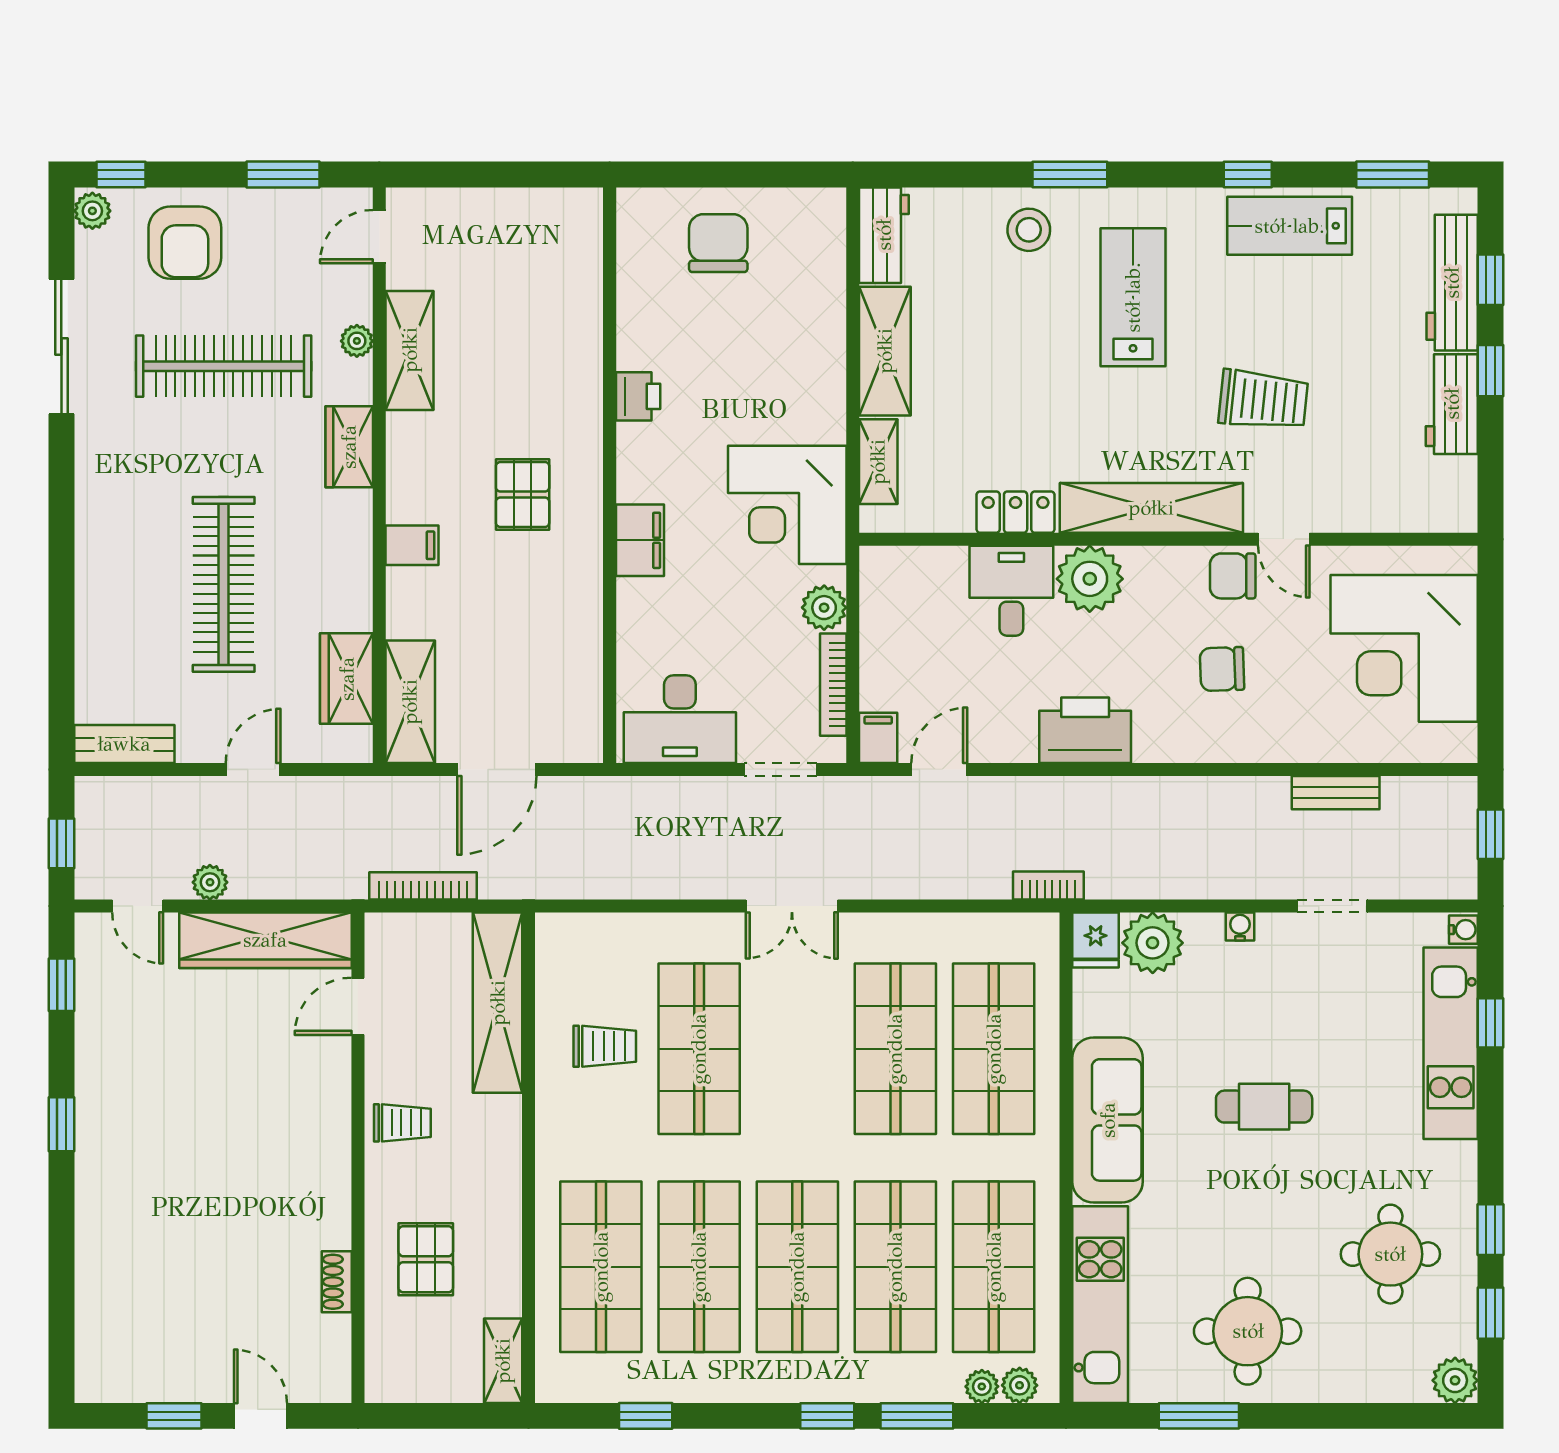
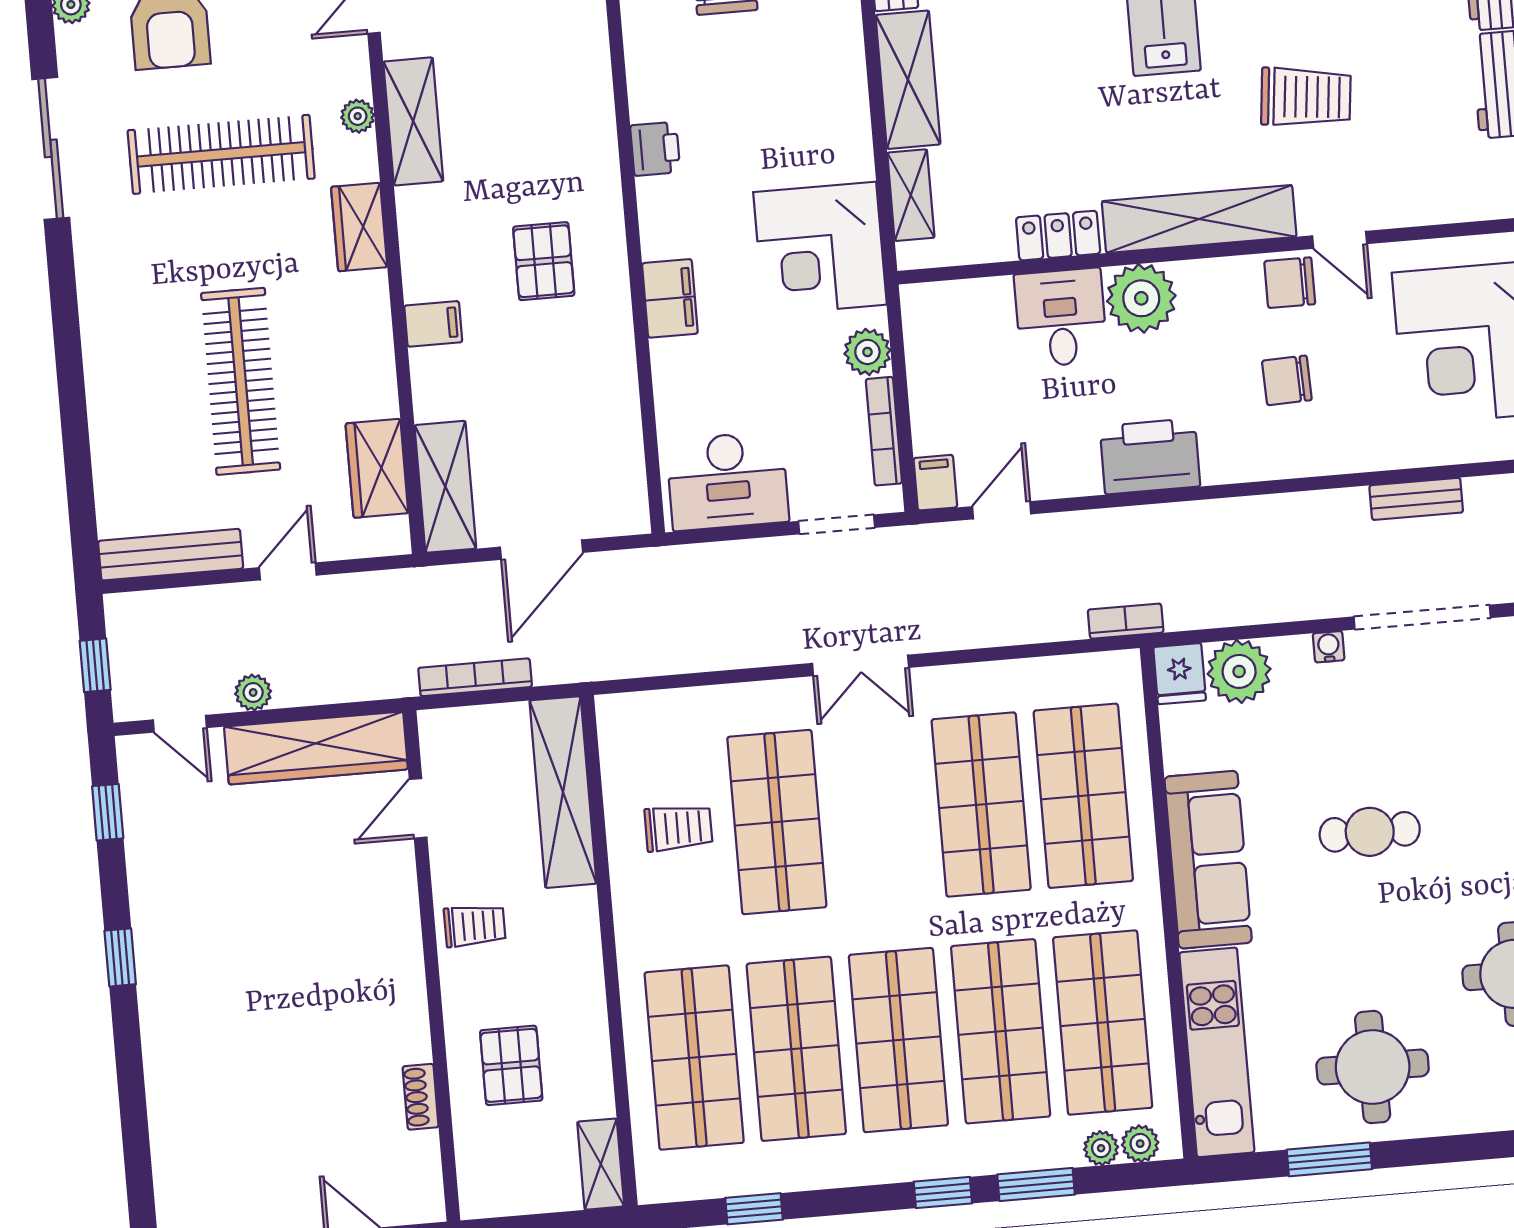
bench: (124, 744) -> (171, 555), width x1.36
doorway: (1332, 906) -> (1422, 617), width x1.88

